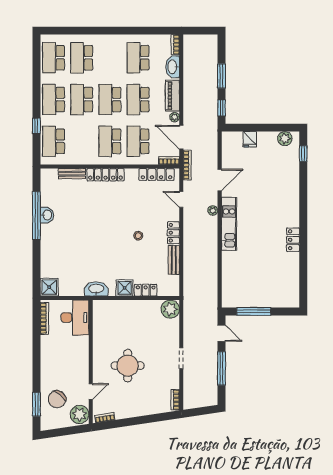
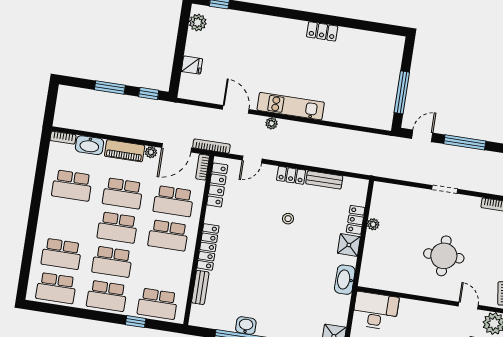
plant: (170, 309) -> (373, 224), moved, width x0.53, depth x0.53

